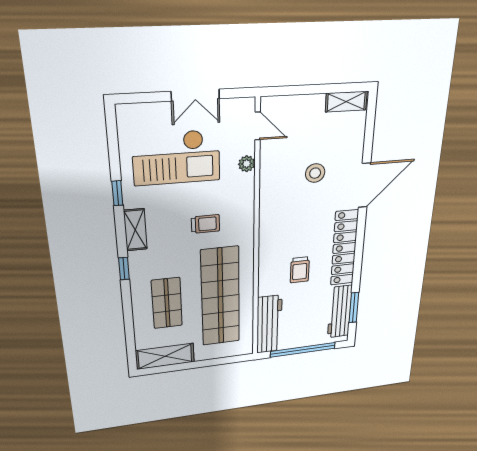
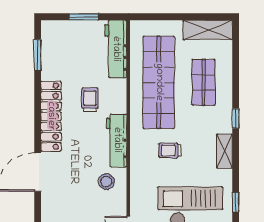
plant: (247, 164) -> (137, 198), removed
stool: (315, 173) -> (106, 182), moved
window: (117, 193) -> (236, 202), moved
workbench: (340, 312) -> (117, 140), moved, turned 180
window: (303, 350) -> (84, 17), width x0.47

